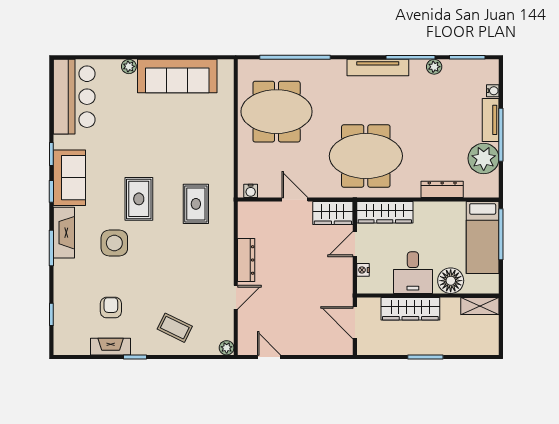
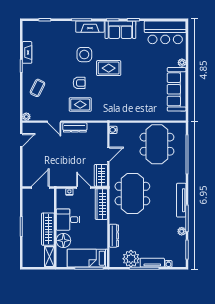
rug: (196, 204) -> (80, 105), moved
armchair: (111, 308) -> (79, 83), moved
wardrobe: (410, 309) -> (48, 229), moved

